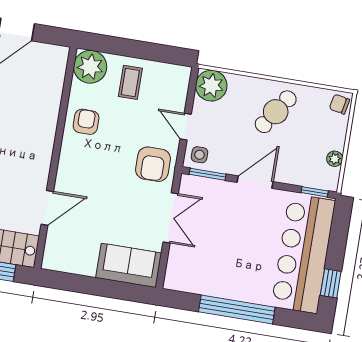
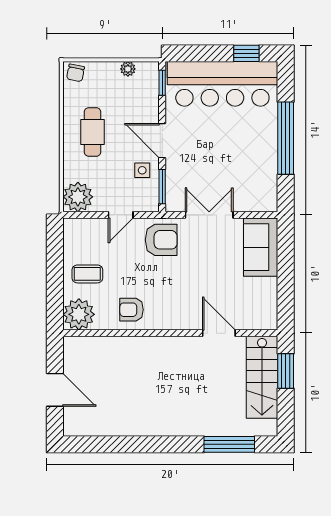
cafe table: (276, 112) -> (93, 132), turned 56
side table: (199, 155) -> (142, 170), moved

